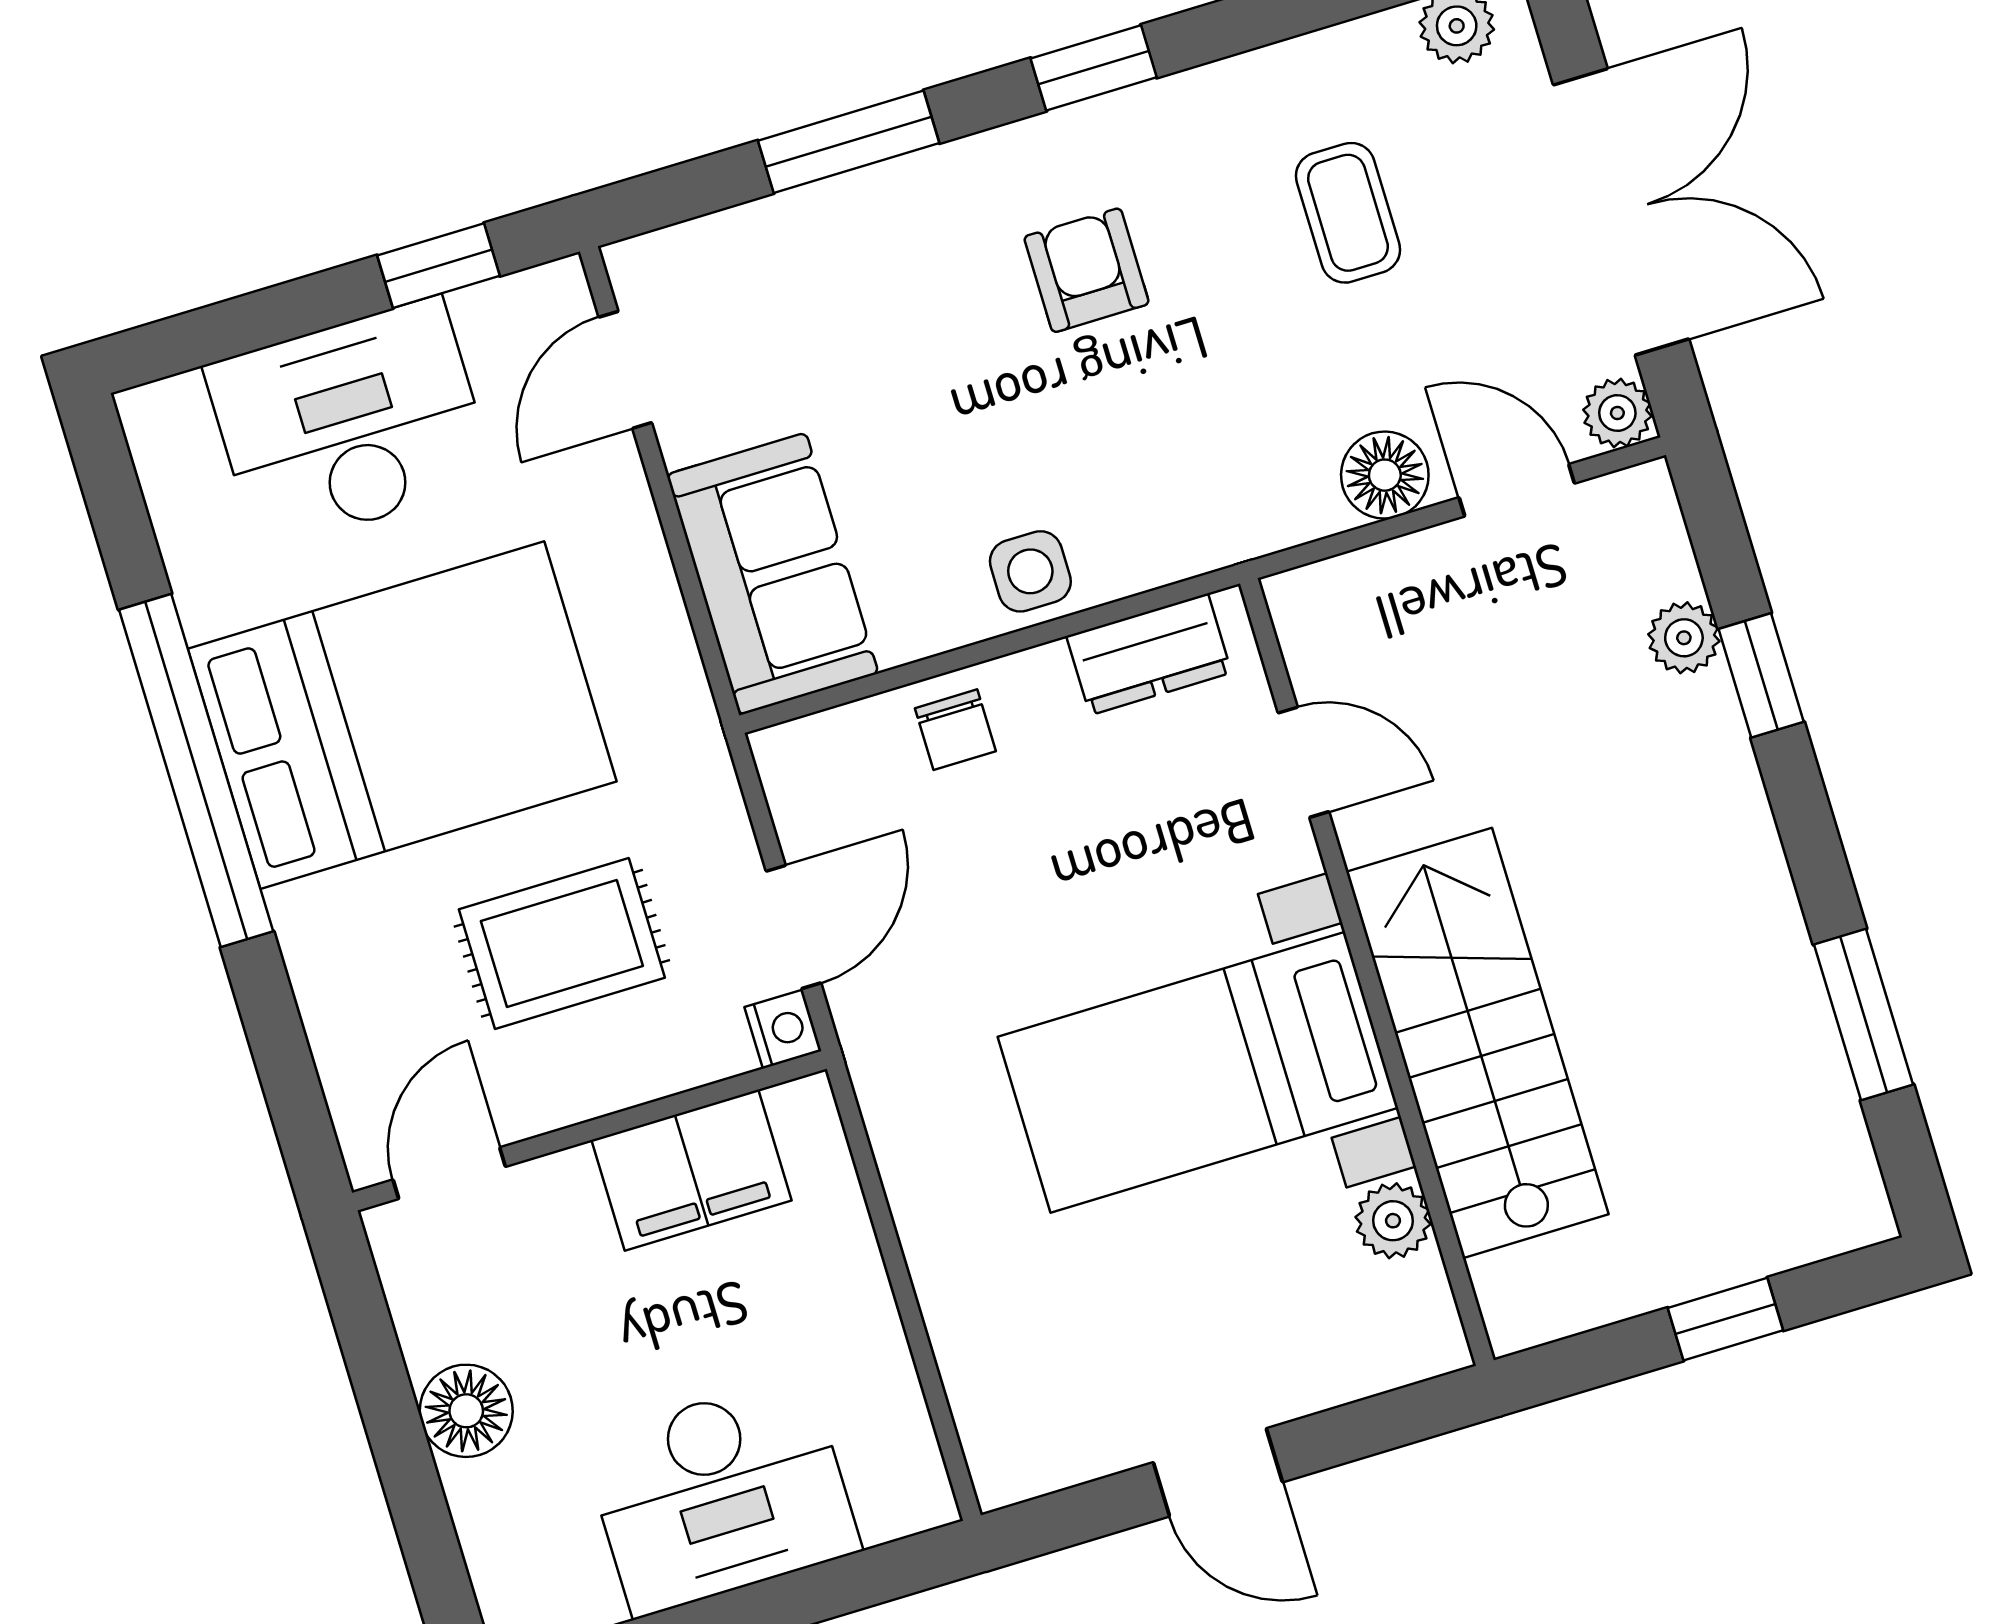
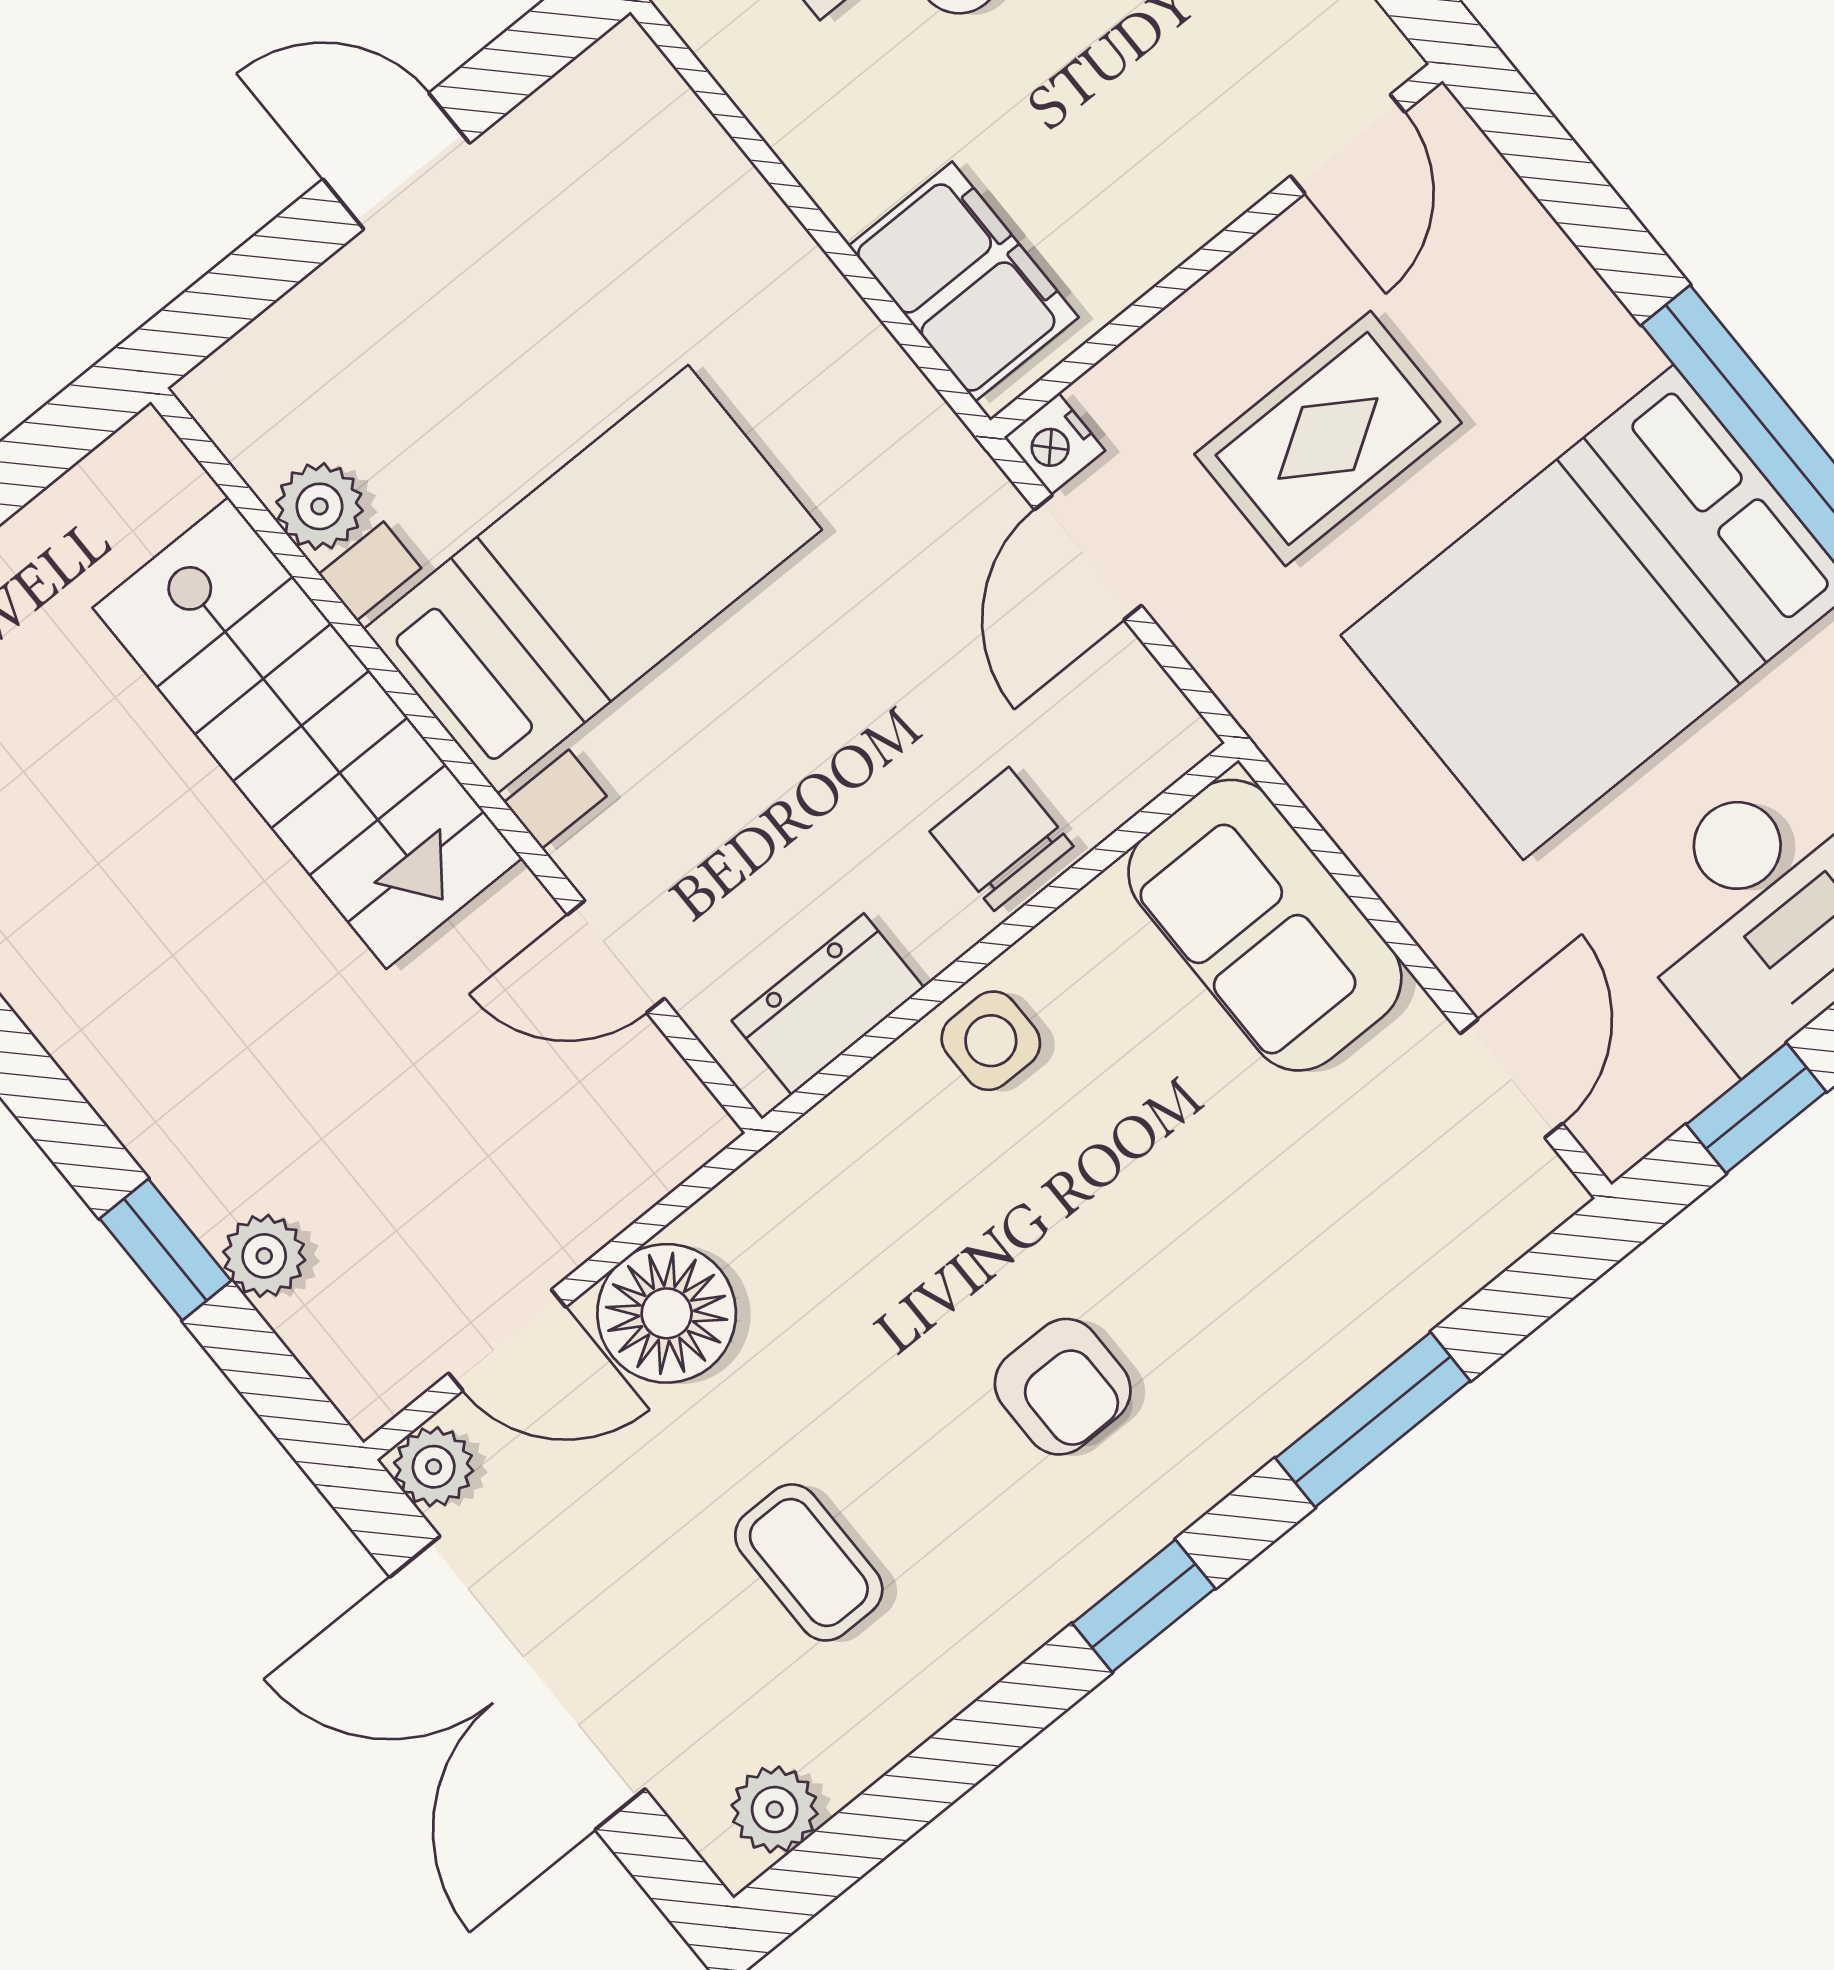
floor lamp: (1385, 475) -> (667, 1313), width x1.38, depth x1.38
chair: (955, 730) -> (1002, 839), width x1.37, depth x1.37
filing cabinet: (691, 1170) -> (964, 282), moved, turned 90

